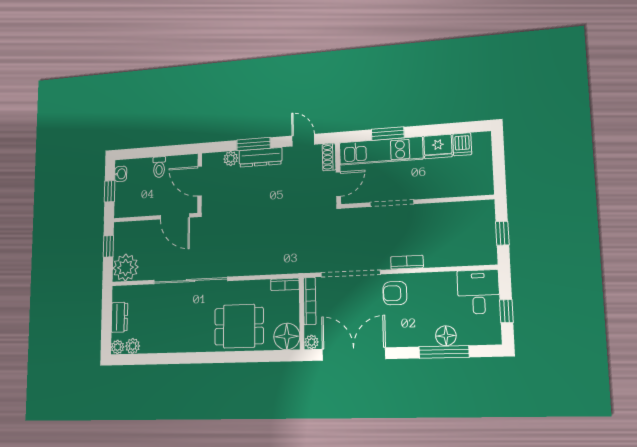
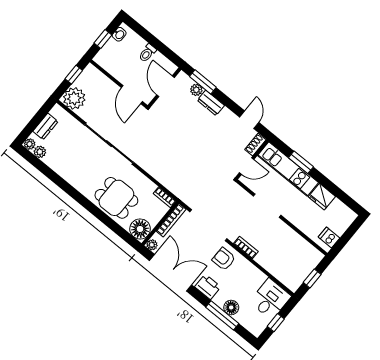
window: (253, 144) -> (203, 82), moved
dishwasher: (462, 144) -> (329, 237), moved, turned 90
dresser: (261, 157) -> (211, 103), width x0.70
printer: (403, 335) -> (208, 287), added

